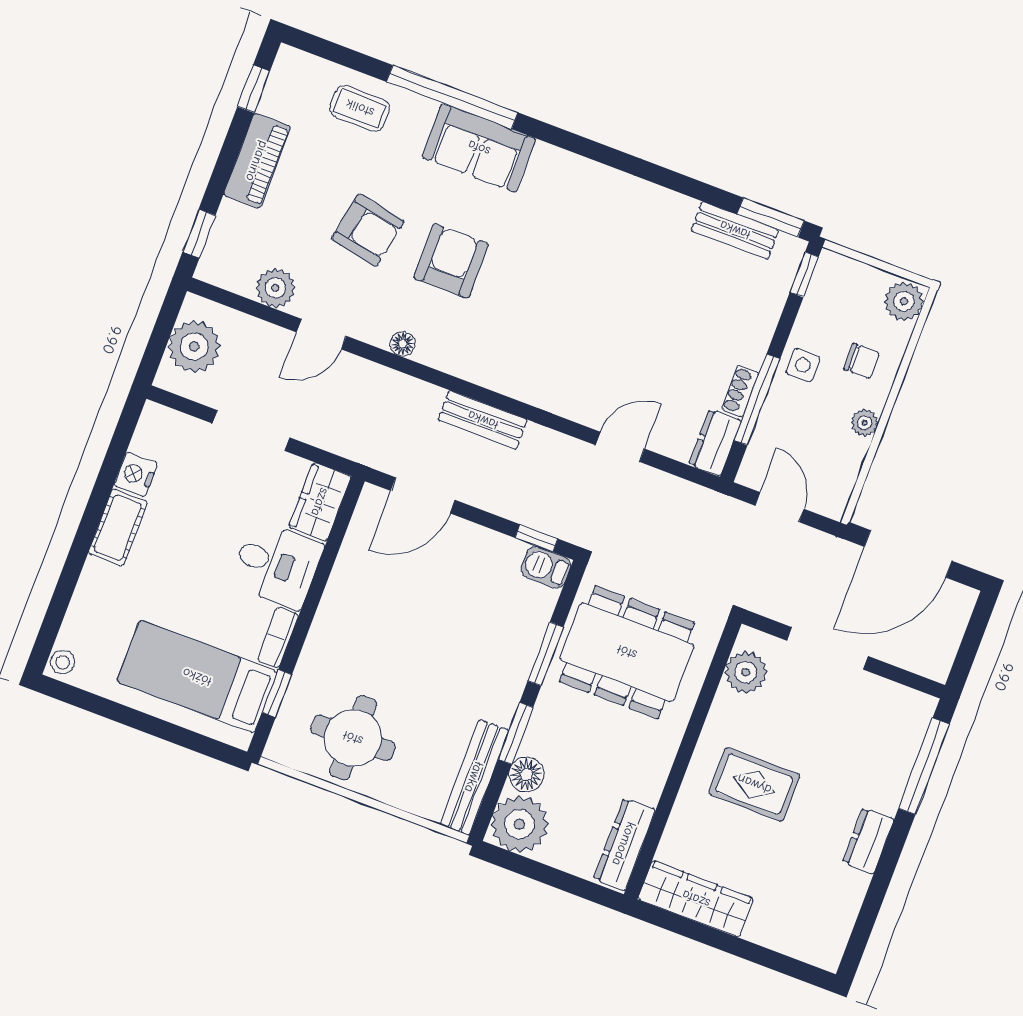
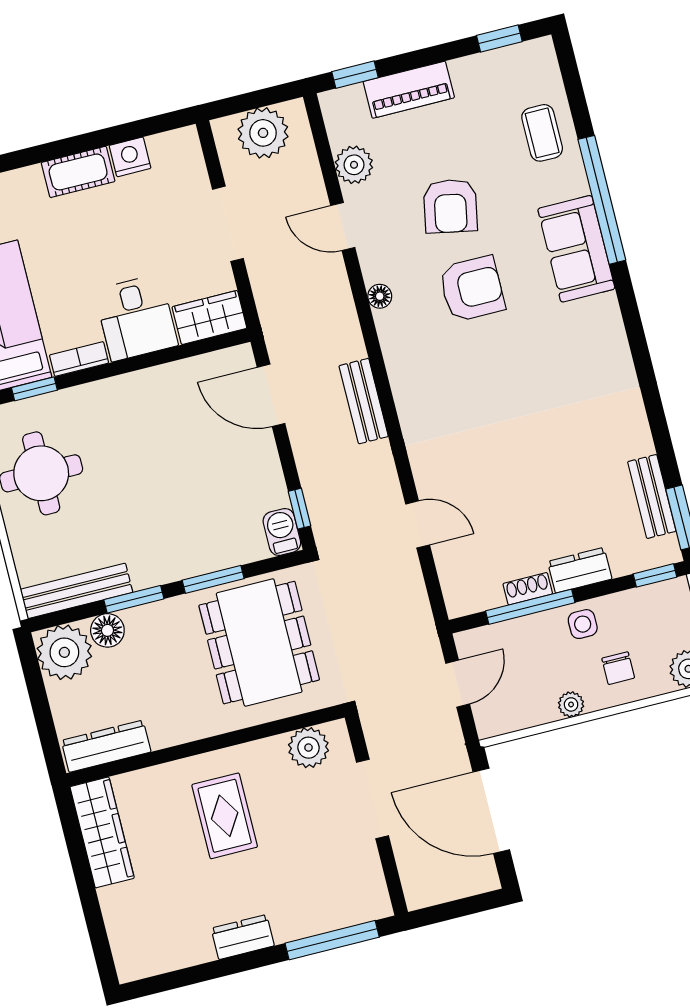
piano: (257, 161) -> (409, 90), moved
dresser: (715, 443) -> (580, 570), moved

